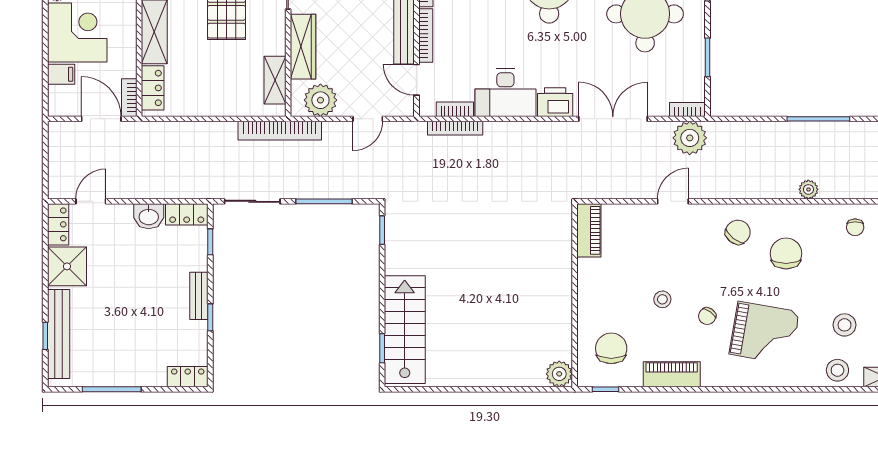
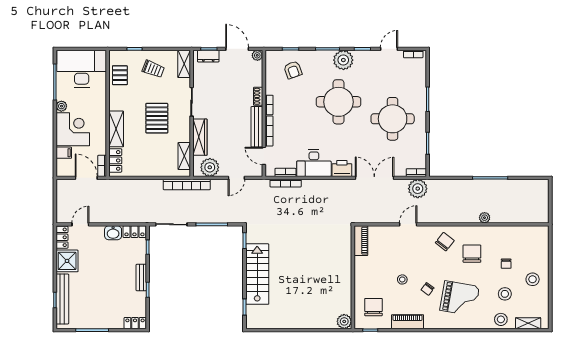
chair: (855, 227) -> (506, 264), moved
stairs: (405, 330) -> (257, 274), moved

